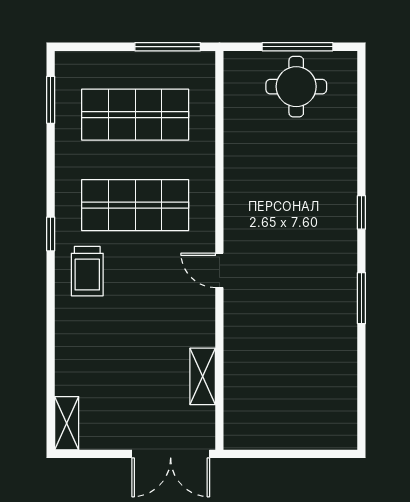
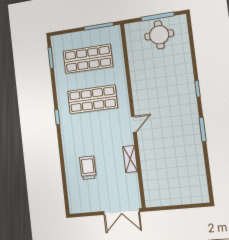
door: (219, 270) -> (134, 124), swing flipped
trolley: (87, 271) -> (88, 168), moved, turned 180
shelving: (203, 376) -> (130, 159), moved
shelving: (67, 423) -> (73, 201), removed

